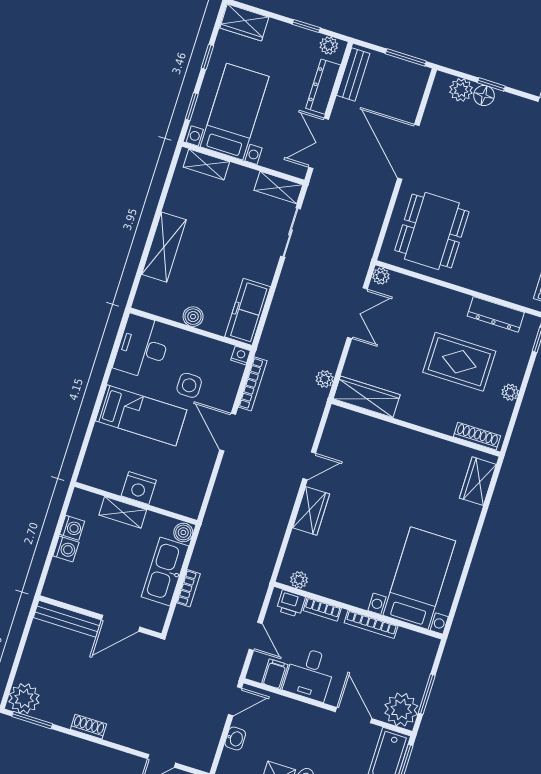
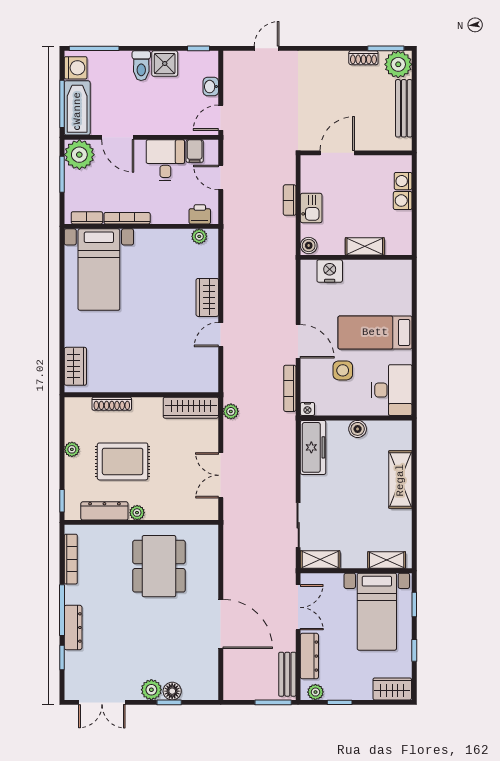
window: (406, 57) -> (273, 702), moved
plant: (461, 90) -> (151, 690), moved
dining table: (432, 231) -> (159, 566), moved
plant: (381, 276) -> (137, 513), moved
shoe rack: (477, 436) -> (112, 404), moved
nightstand: (139, 488) -> (330, 271), moved
washing machine: (72, 528) -> (403, 181), moved
kitchen sink: (165, 571) -> (311, 208), width x0.53, depth x0.81
bookcase: (322, 609) -> (87, 218), moved
bench: (67, 619) -> (404, 108), moved, turned 90
shoe rack: (88, 727) -> (363, 58), moved

